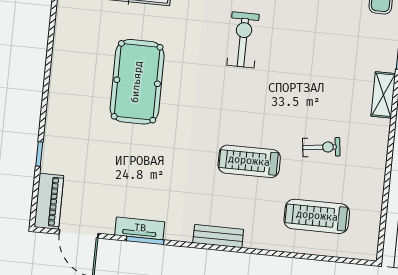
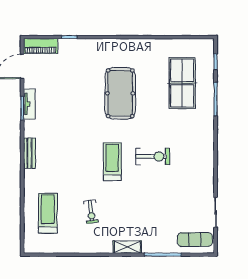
pool table: (137, 82) -> (120, 93), turned 90
treadmill: (249, 161) -> (112, 162), moved

